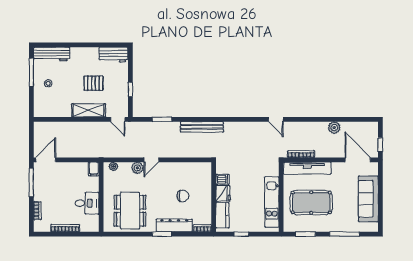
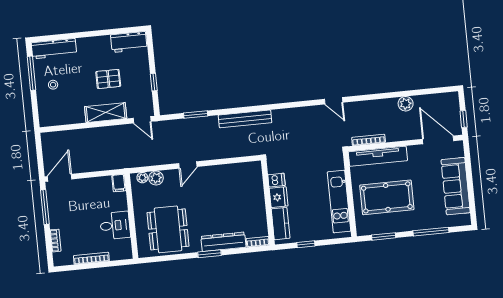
plant: (137, 168) -> (156, 178), moved
chair: (183, 196) -> (230, 205), removed

